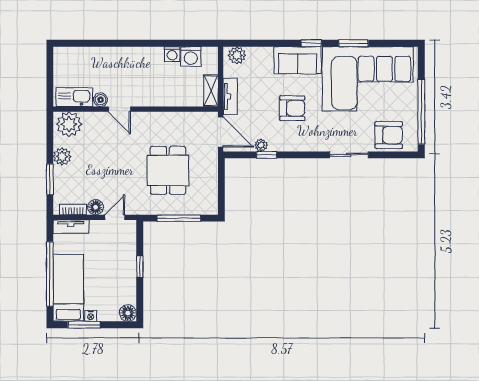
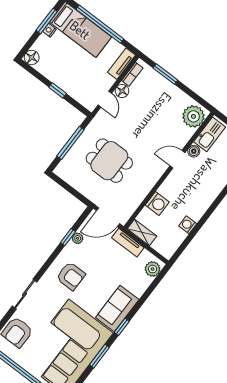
washing machine: (191, 56) -> (157, 203), moved, turned 180
armchair: (292, 108) -> (71, 276), moved, turned -90
plant: (62, 156) -> (175, 95), removed

